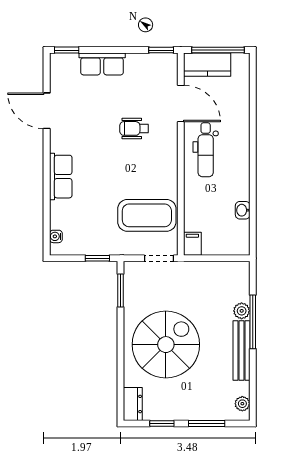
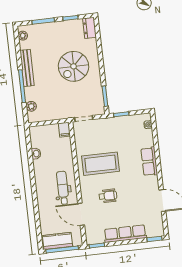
row of seats: (102, 64) -> (125, 234), width x1.48
kitchen counter: (207, 65) -> (58, 241), moved
coffee table: (147, 215) -> (101, 164), moved
plant: (242, 311) -> (31, 106), moved
spiral stairs: (166, 345) -> (74, 66), width x0.73, depth x0.73

